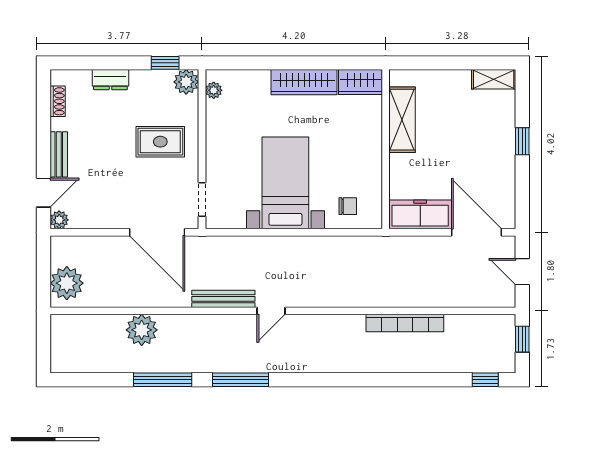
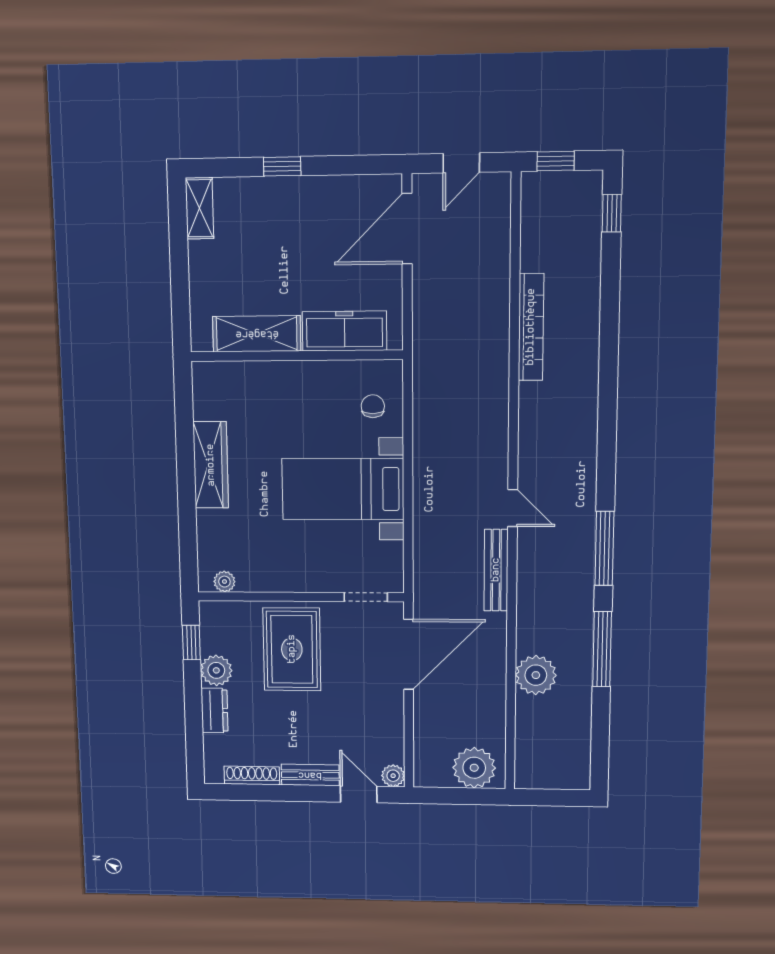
plant: (186, 82) -> (216, 670), moved
wardrobe: (361, 82) -> (208, 390), removed
shoe rack: (58, 101) -> (252, 775), width x1.43
rug: (160, 142) -> (292, 649), width x1.36, depth x1.43
freezer: (420, 214) -> (344, 331), moved, turned 90

